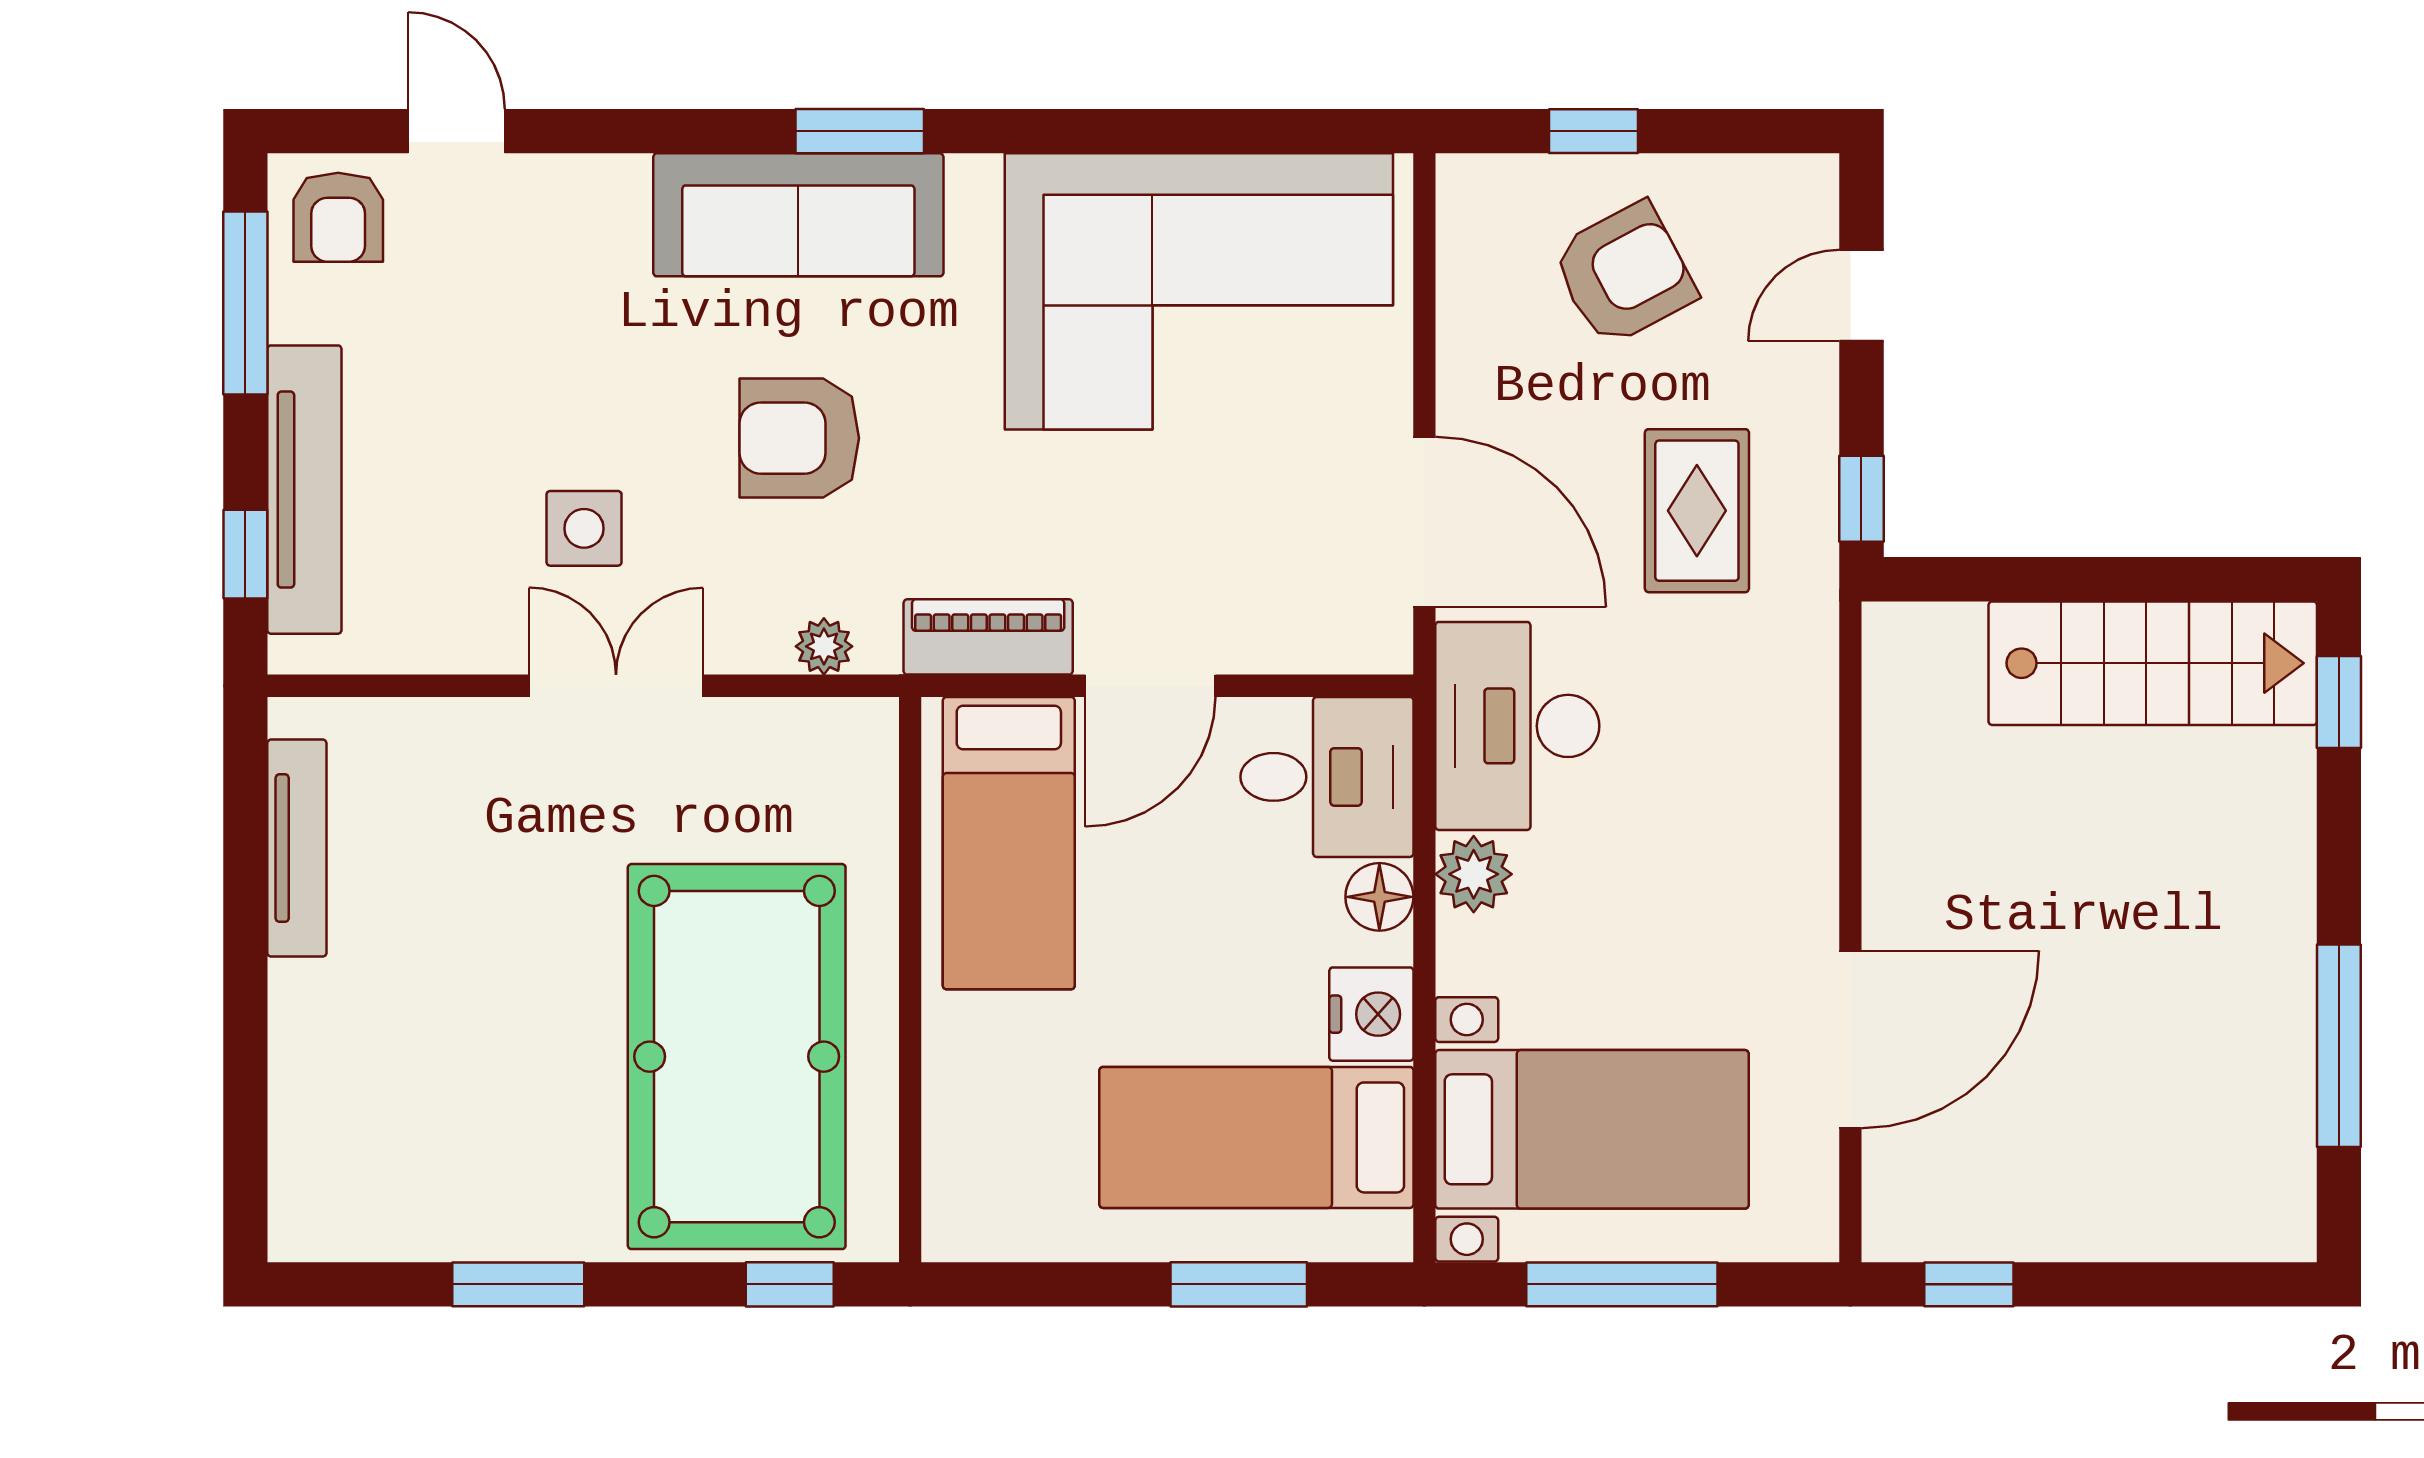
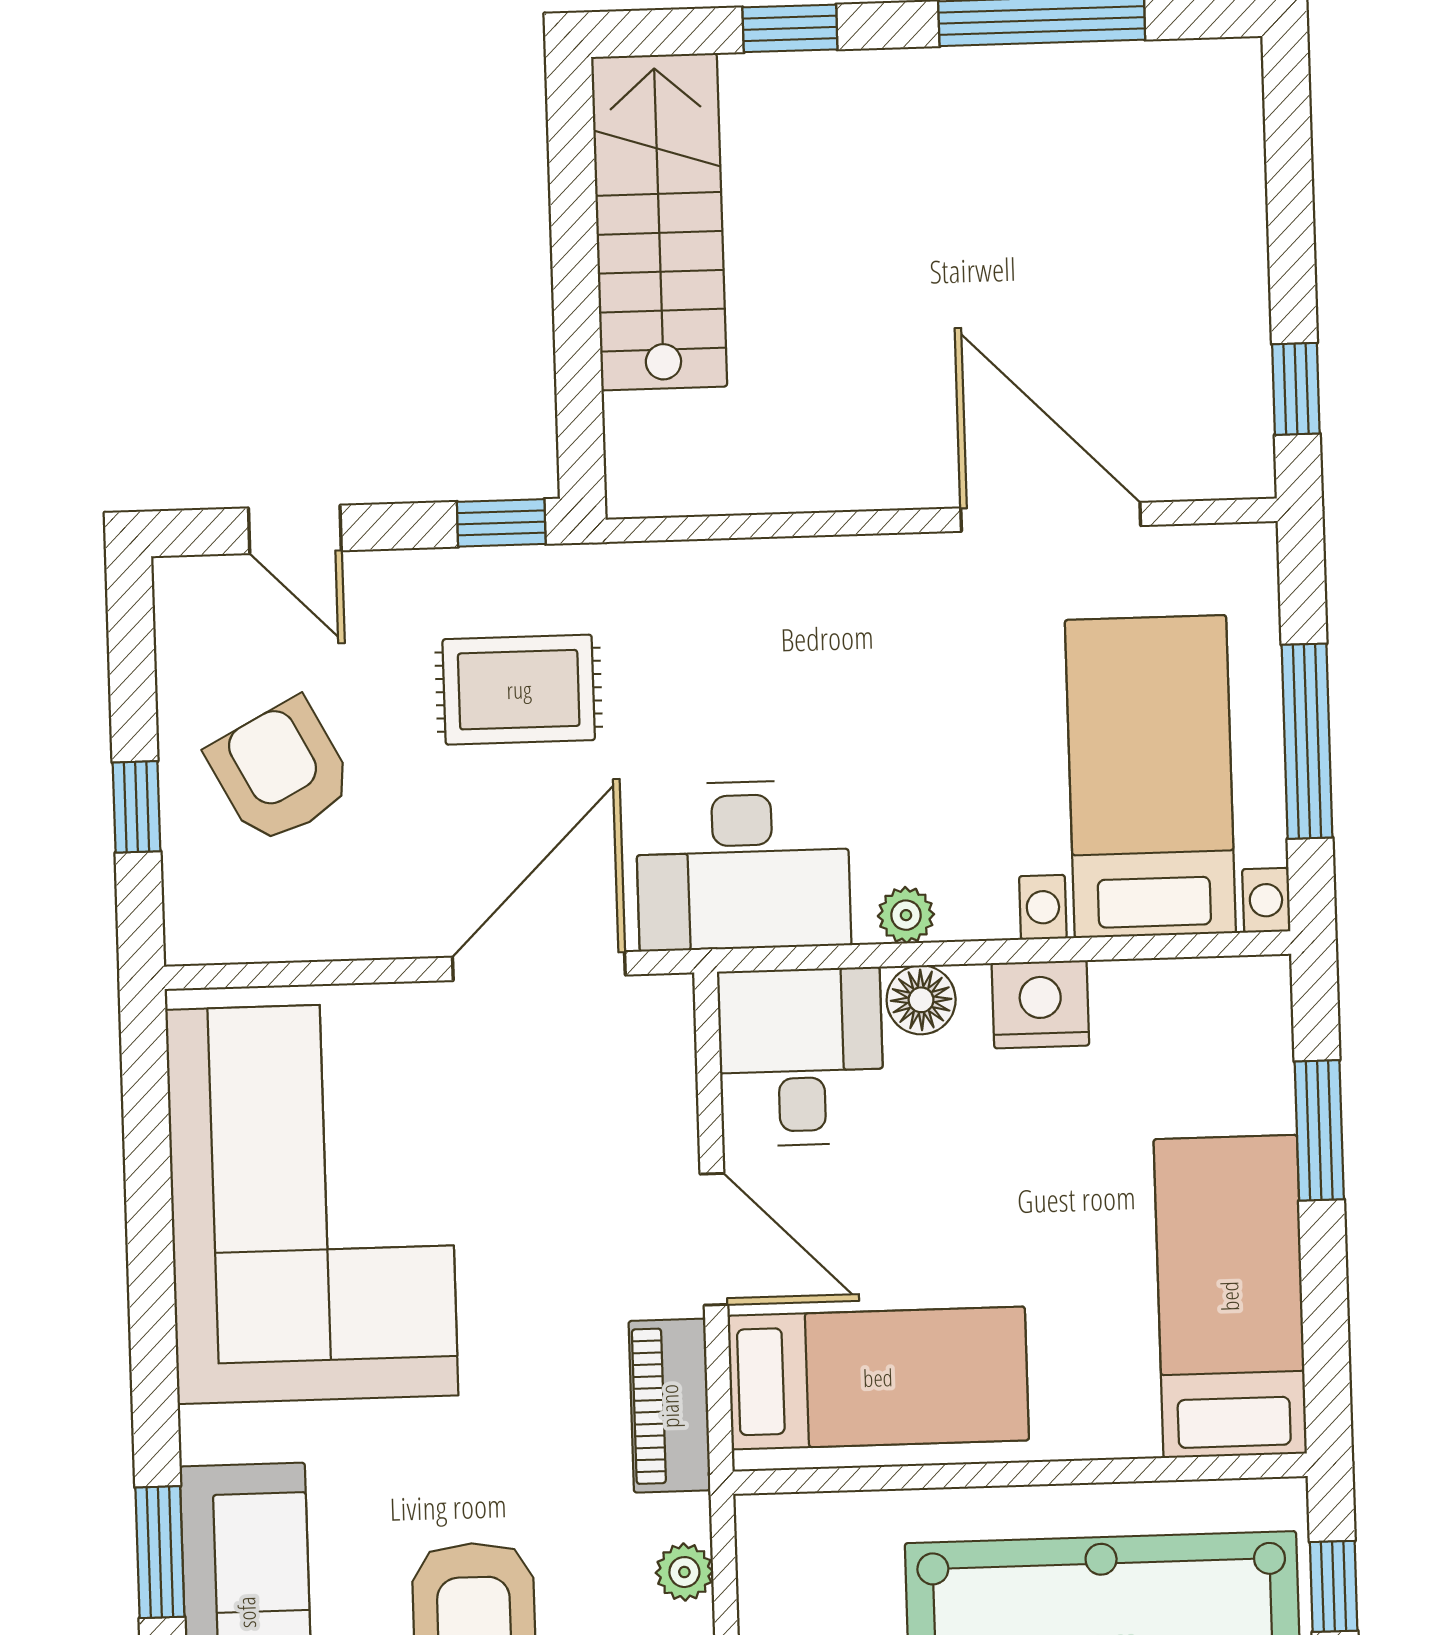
window: (2339, 702) -> (790, 28), moved
plant: (1474, 874) -> (906, 915), width x0.73, depth x0.73
bed: (1256, 1137) -> (1230, 1296), moved, turned 180

